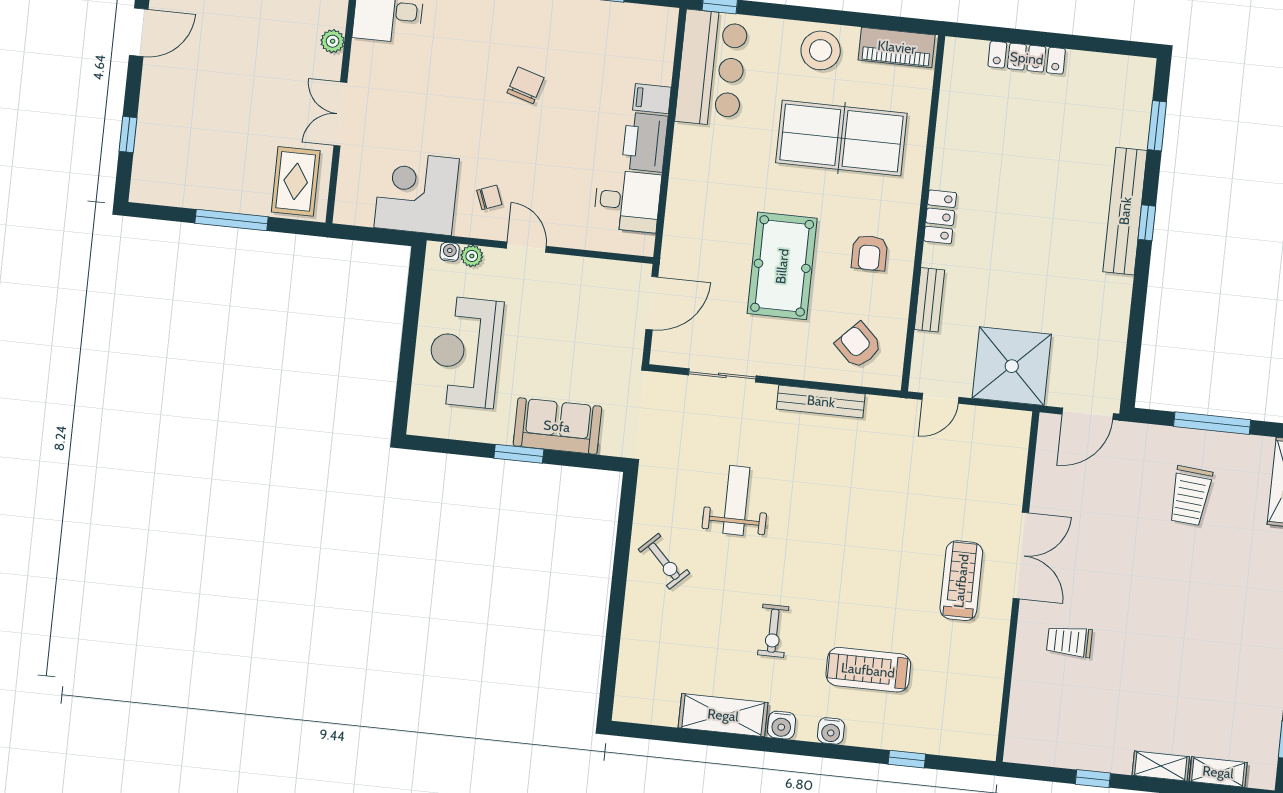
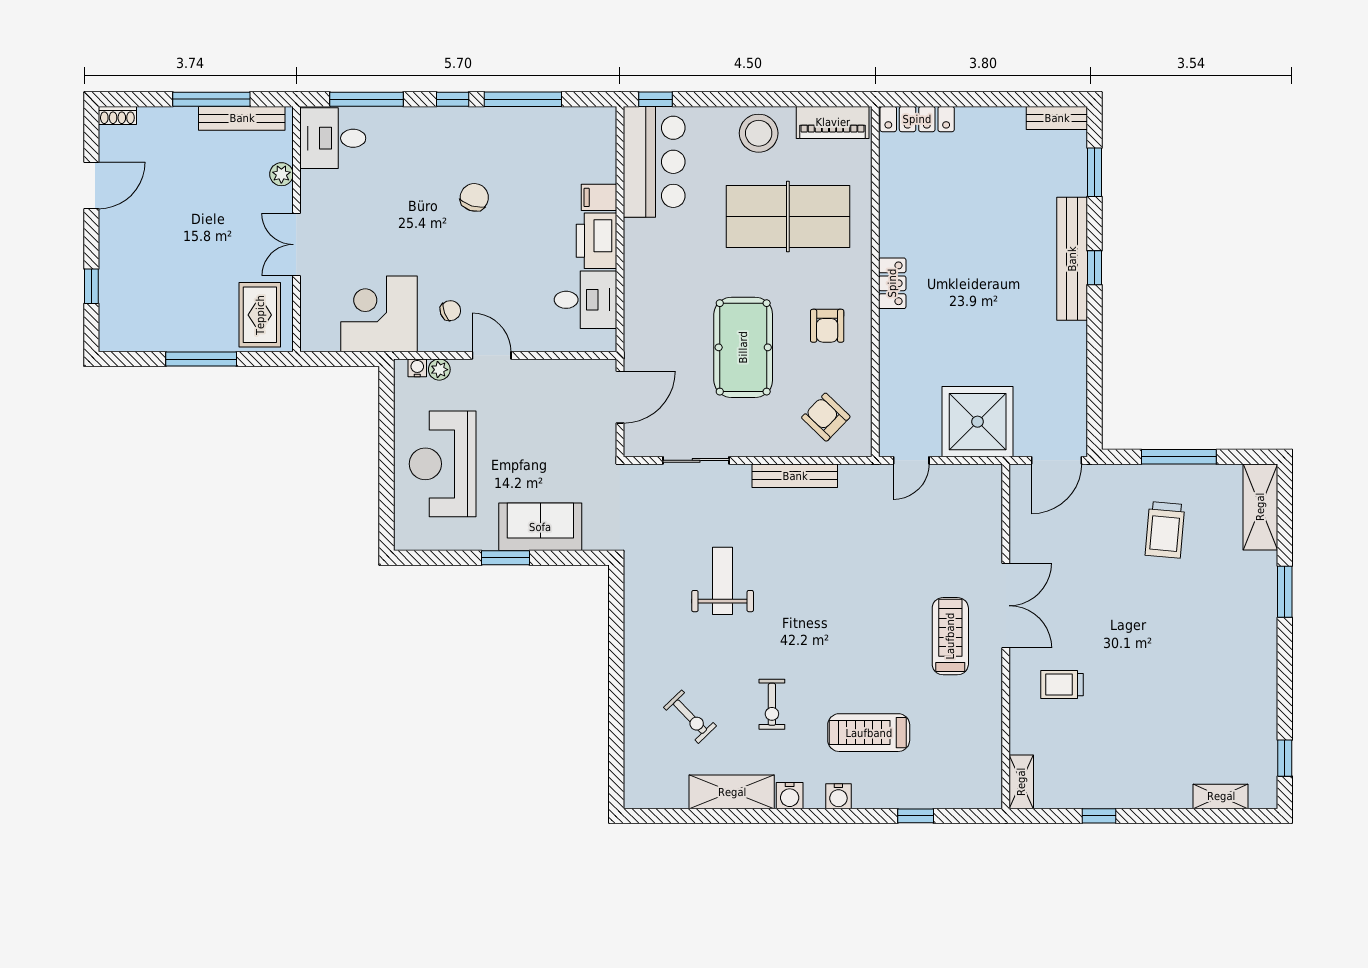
locker: (1027, 58) -> (917, 119), moved
bench: (929, 300) -> (1057, 118), moved, turned 90
exercise bike: (664, 561) -> (690, 717), moved
shelving: (1161, 766) -> (1021, 782), moved, turned 90

